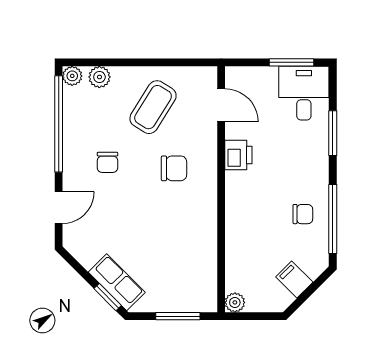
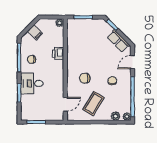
desk: (304, 93) -> (32, 83), moved, turned 90
door: (221, 105) -> (65, 104), swing flipped
printer: (238, 155) -> (58, 54), moved
row of seats: (117, 282) -> (118, 41), moved

